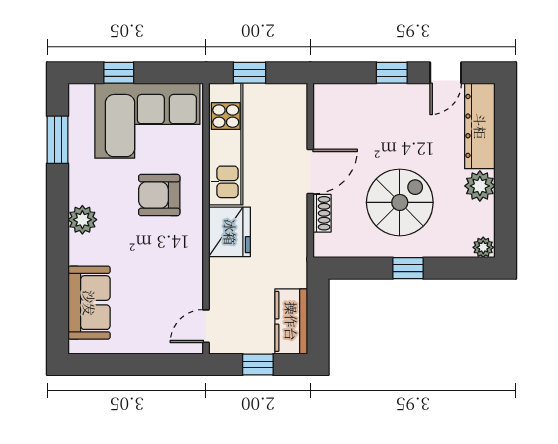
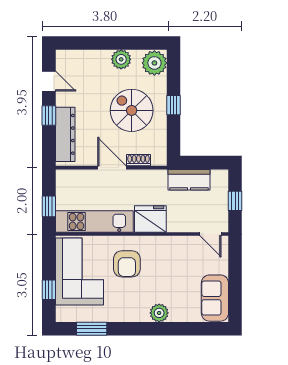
dresser: (480, 126) -> (65, 134), moved, turned -90
plant: (82, 220) -> (159, 313), moved
plant: (483, 247) -> (154, 63), width x1.88, depth x1.88
sofa: (89, 303) -> (215, 298), moved, turned -90
kitchen counter: (291, 321) -> (189, 180), moved

